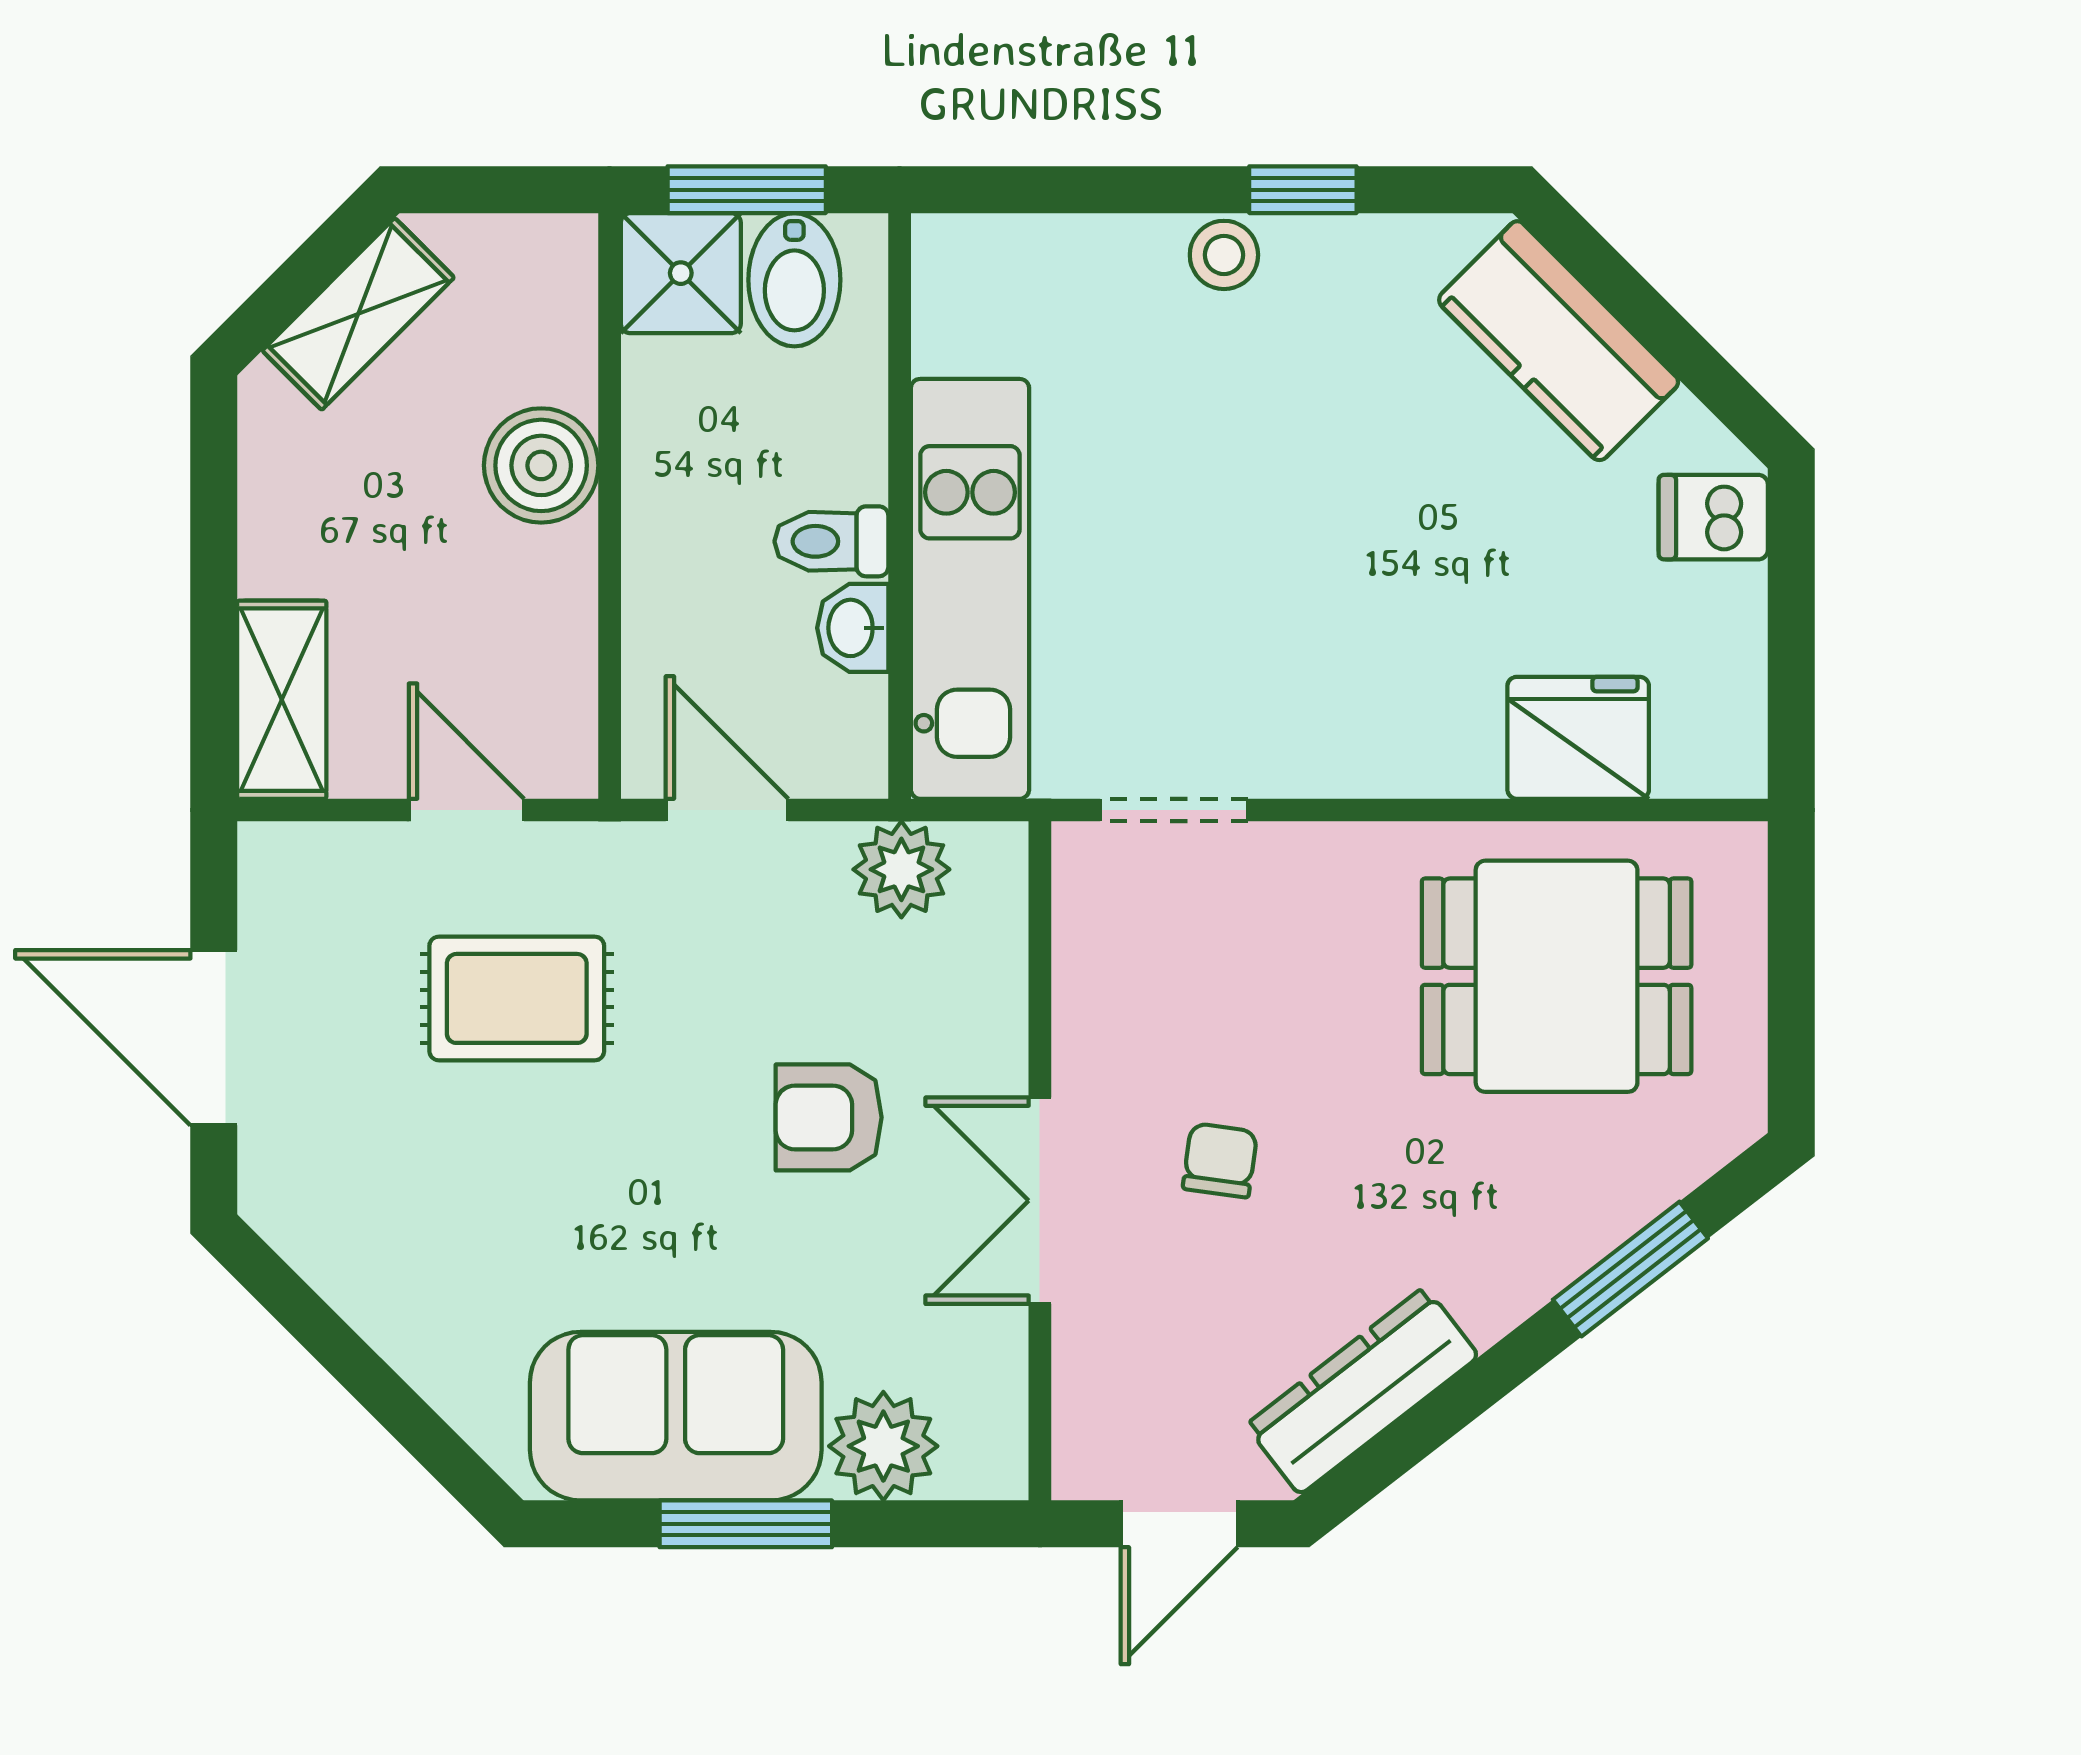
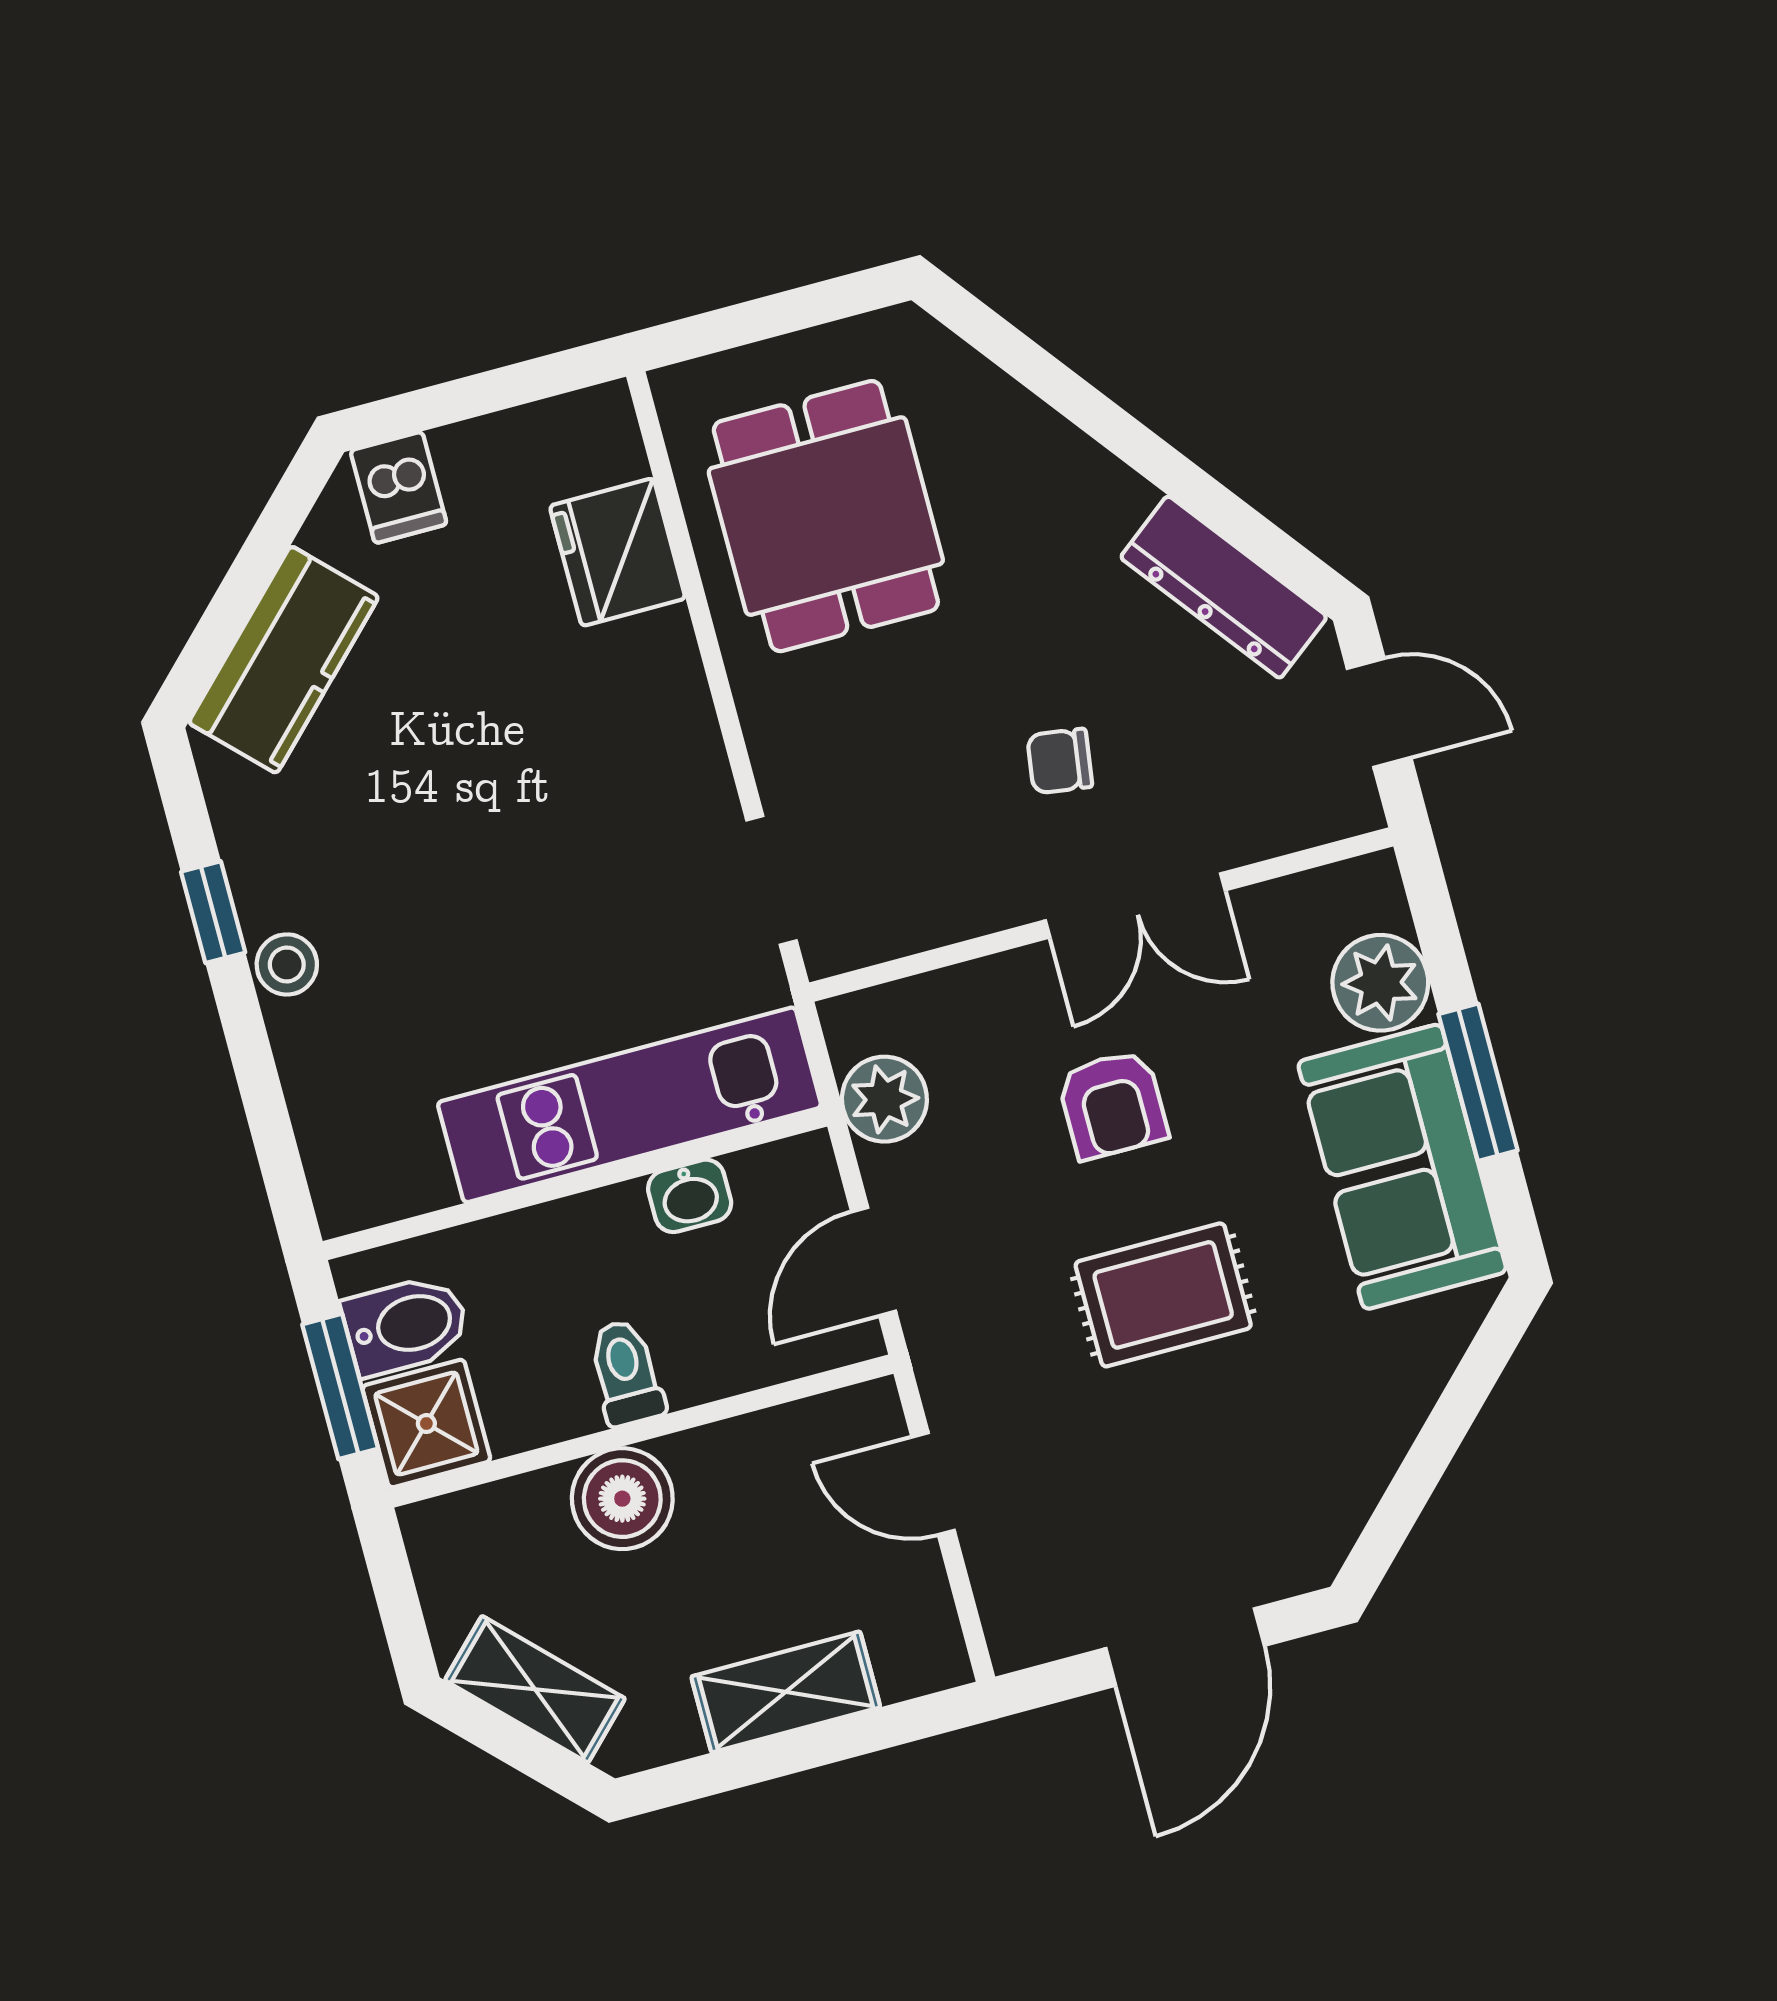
toilet: (831, 541) -> (626, 1373), moved, turned 180
shelving: (282, 700) -> (786, 1692), moved
door: (466, 810) -> (933, 1484), hinge flipped
rug: (517, 998) -> (1163, 1295), moved, turned 90
window: (1630, 1269) -> (1059, 386), removed

